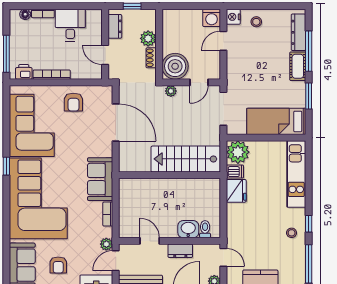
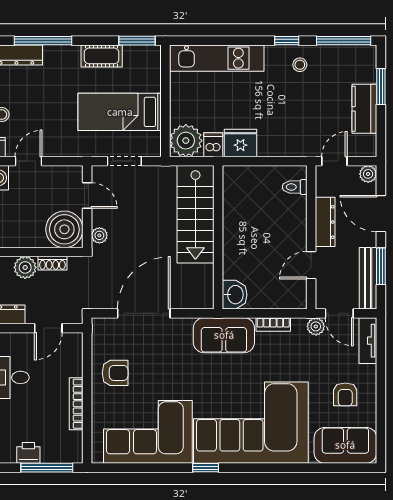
door: (223, 41) -> (28, 161), swing flipped
cot: (298, 66) -> (102, 56), moved
printer: (24, 72) -> (28, 453), moved, turned 90
window: (309, 96) -> (137, 41), moved
doorway: (223, 109) -> (124, 161), width x0.73
bed: (276, 121) -> (120, 112), moved, turned 90
washbasin: (188, 229) -> (235, 295), moved, turned 180
dresser: (180, 251) -> (325, 222), width x1.44
armchair: (58, 265) -> (345, 394), turned 90

